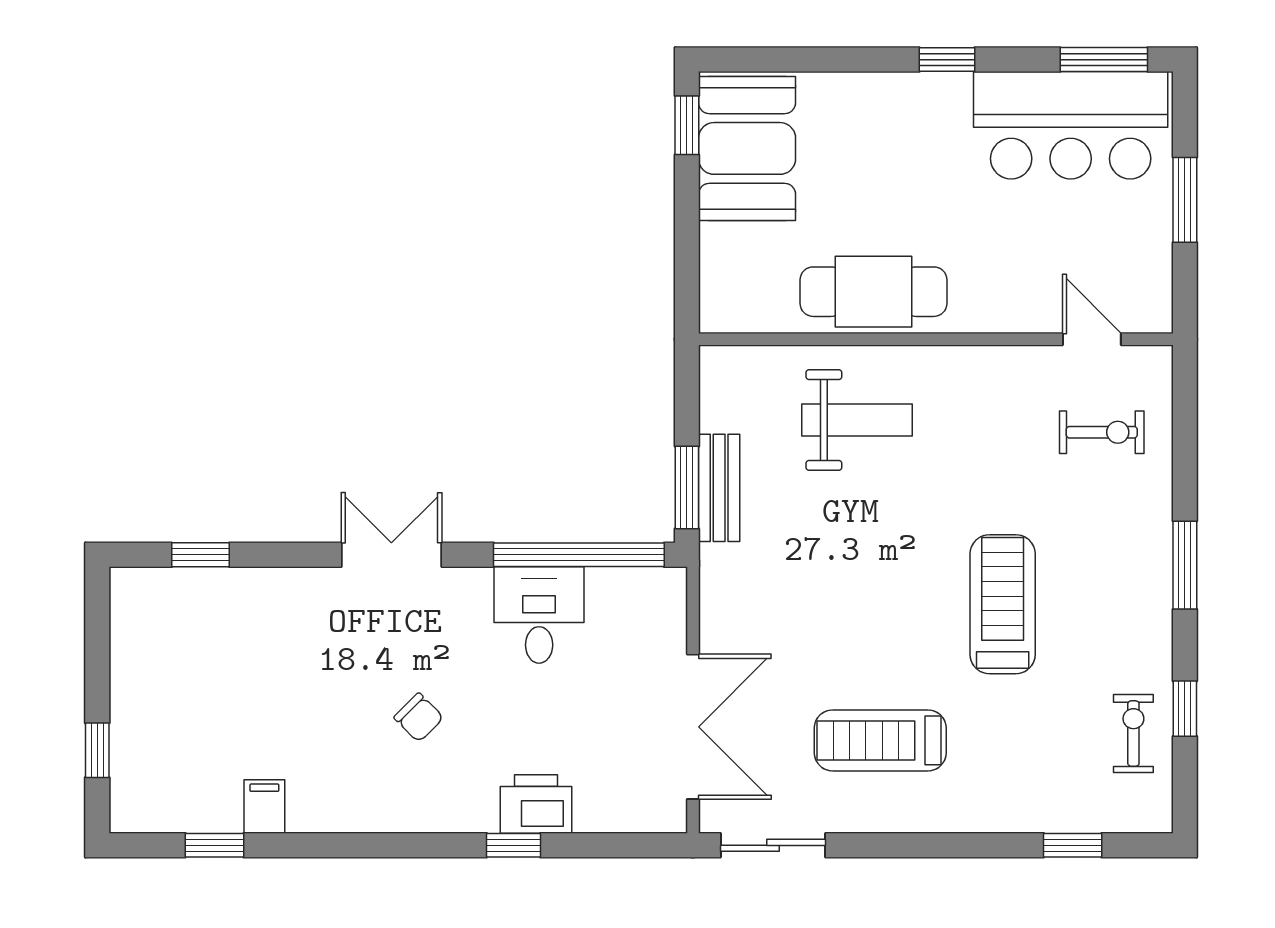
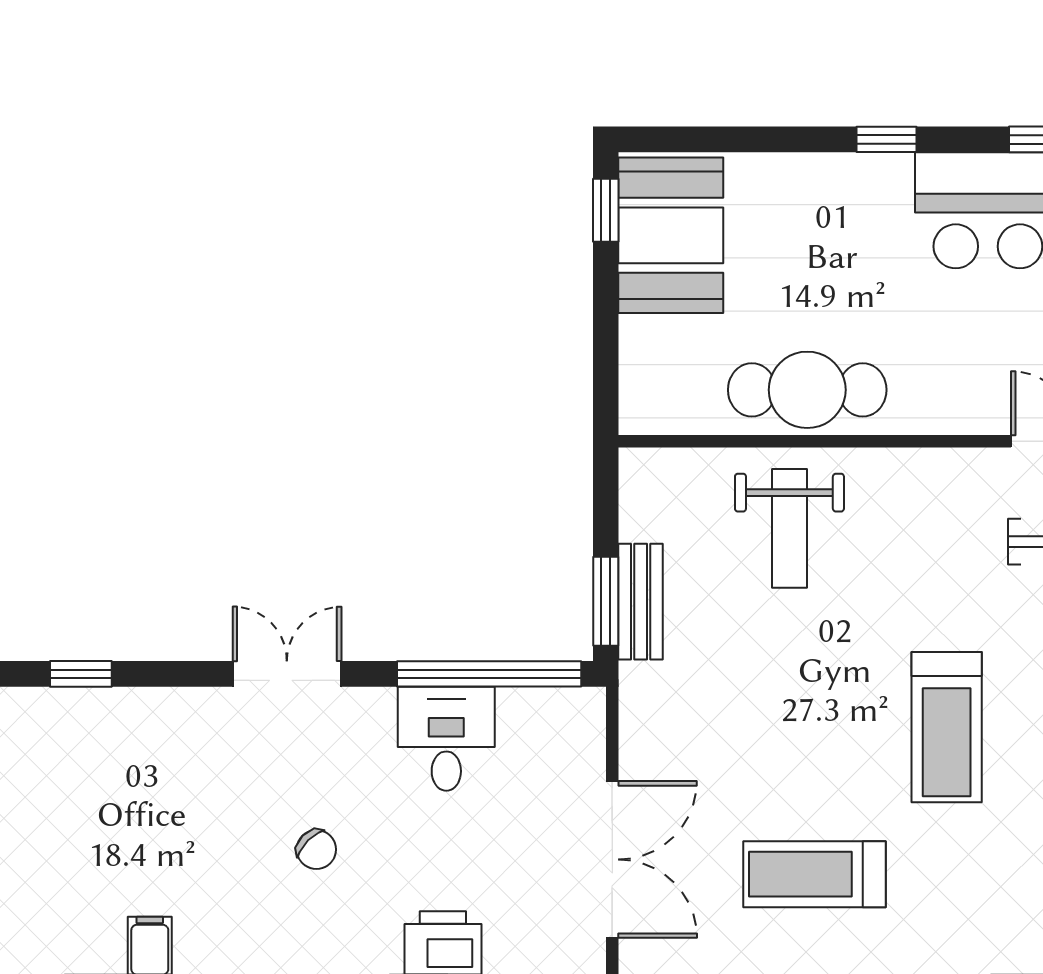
weight bench: (857, 420) -> (789, 528), turned 90
treadmill: (1003, 604) -> (947, 727), turned 180

